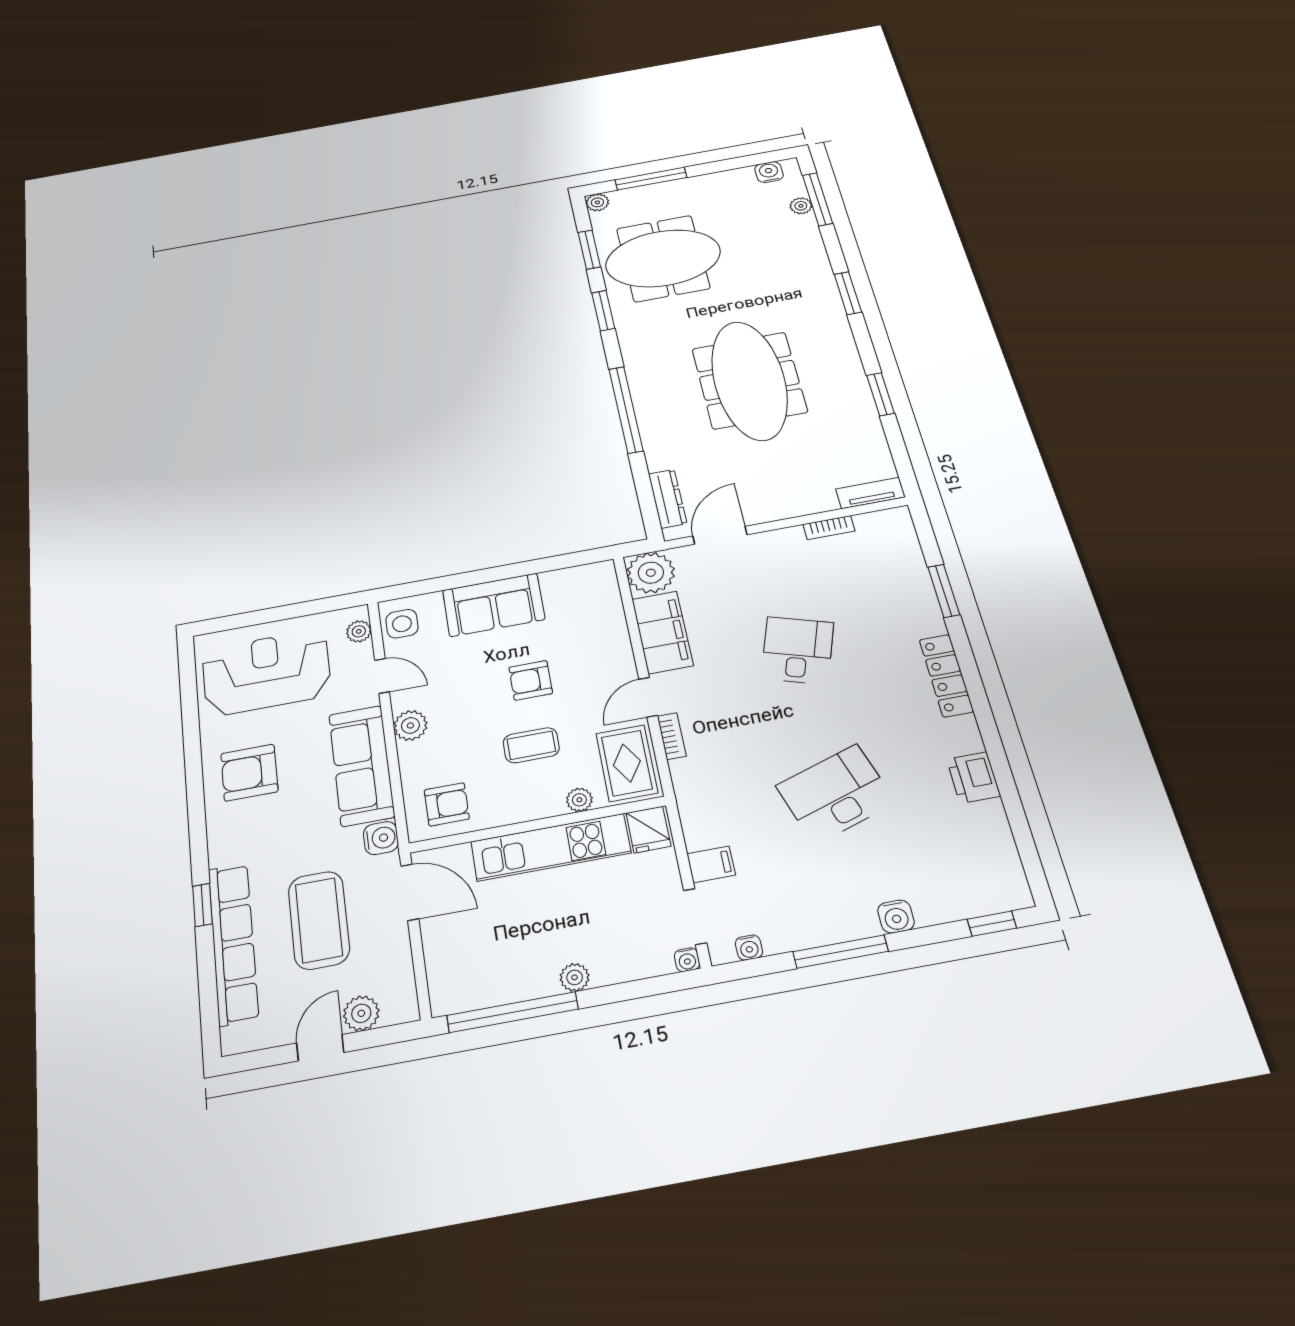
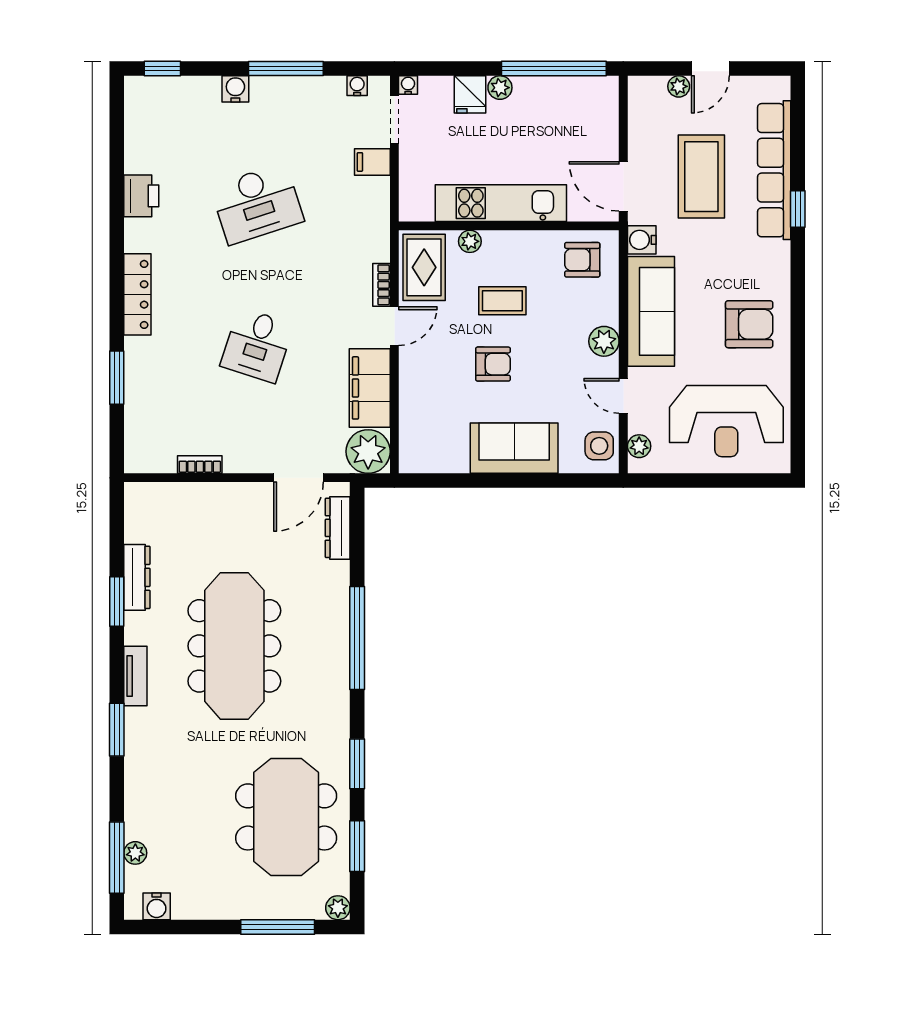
meeting table: (663, 258) -> (286, 817), turned 90
dresser: (866, 418) -> (137, 577), added
tv unit: (870, 493) -> (135, 676), moved, turned -90
fridge: (648, 830) -> (470, 94), moved, turned 180
plant: (361, 1013) -> (679, 86), width x0.73, depth x0.73

